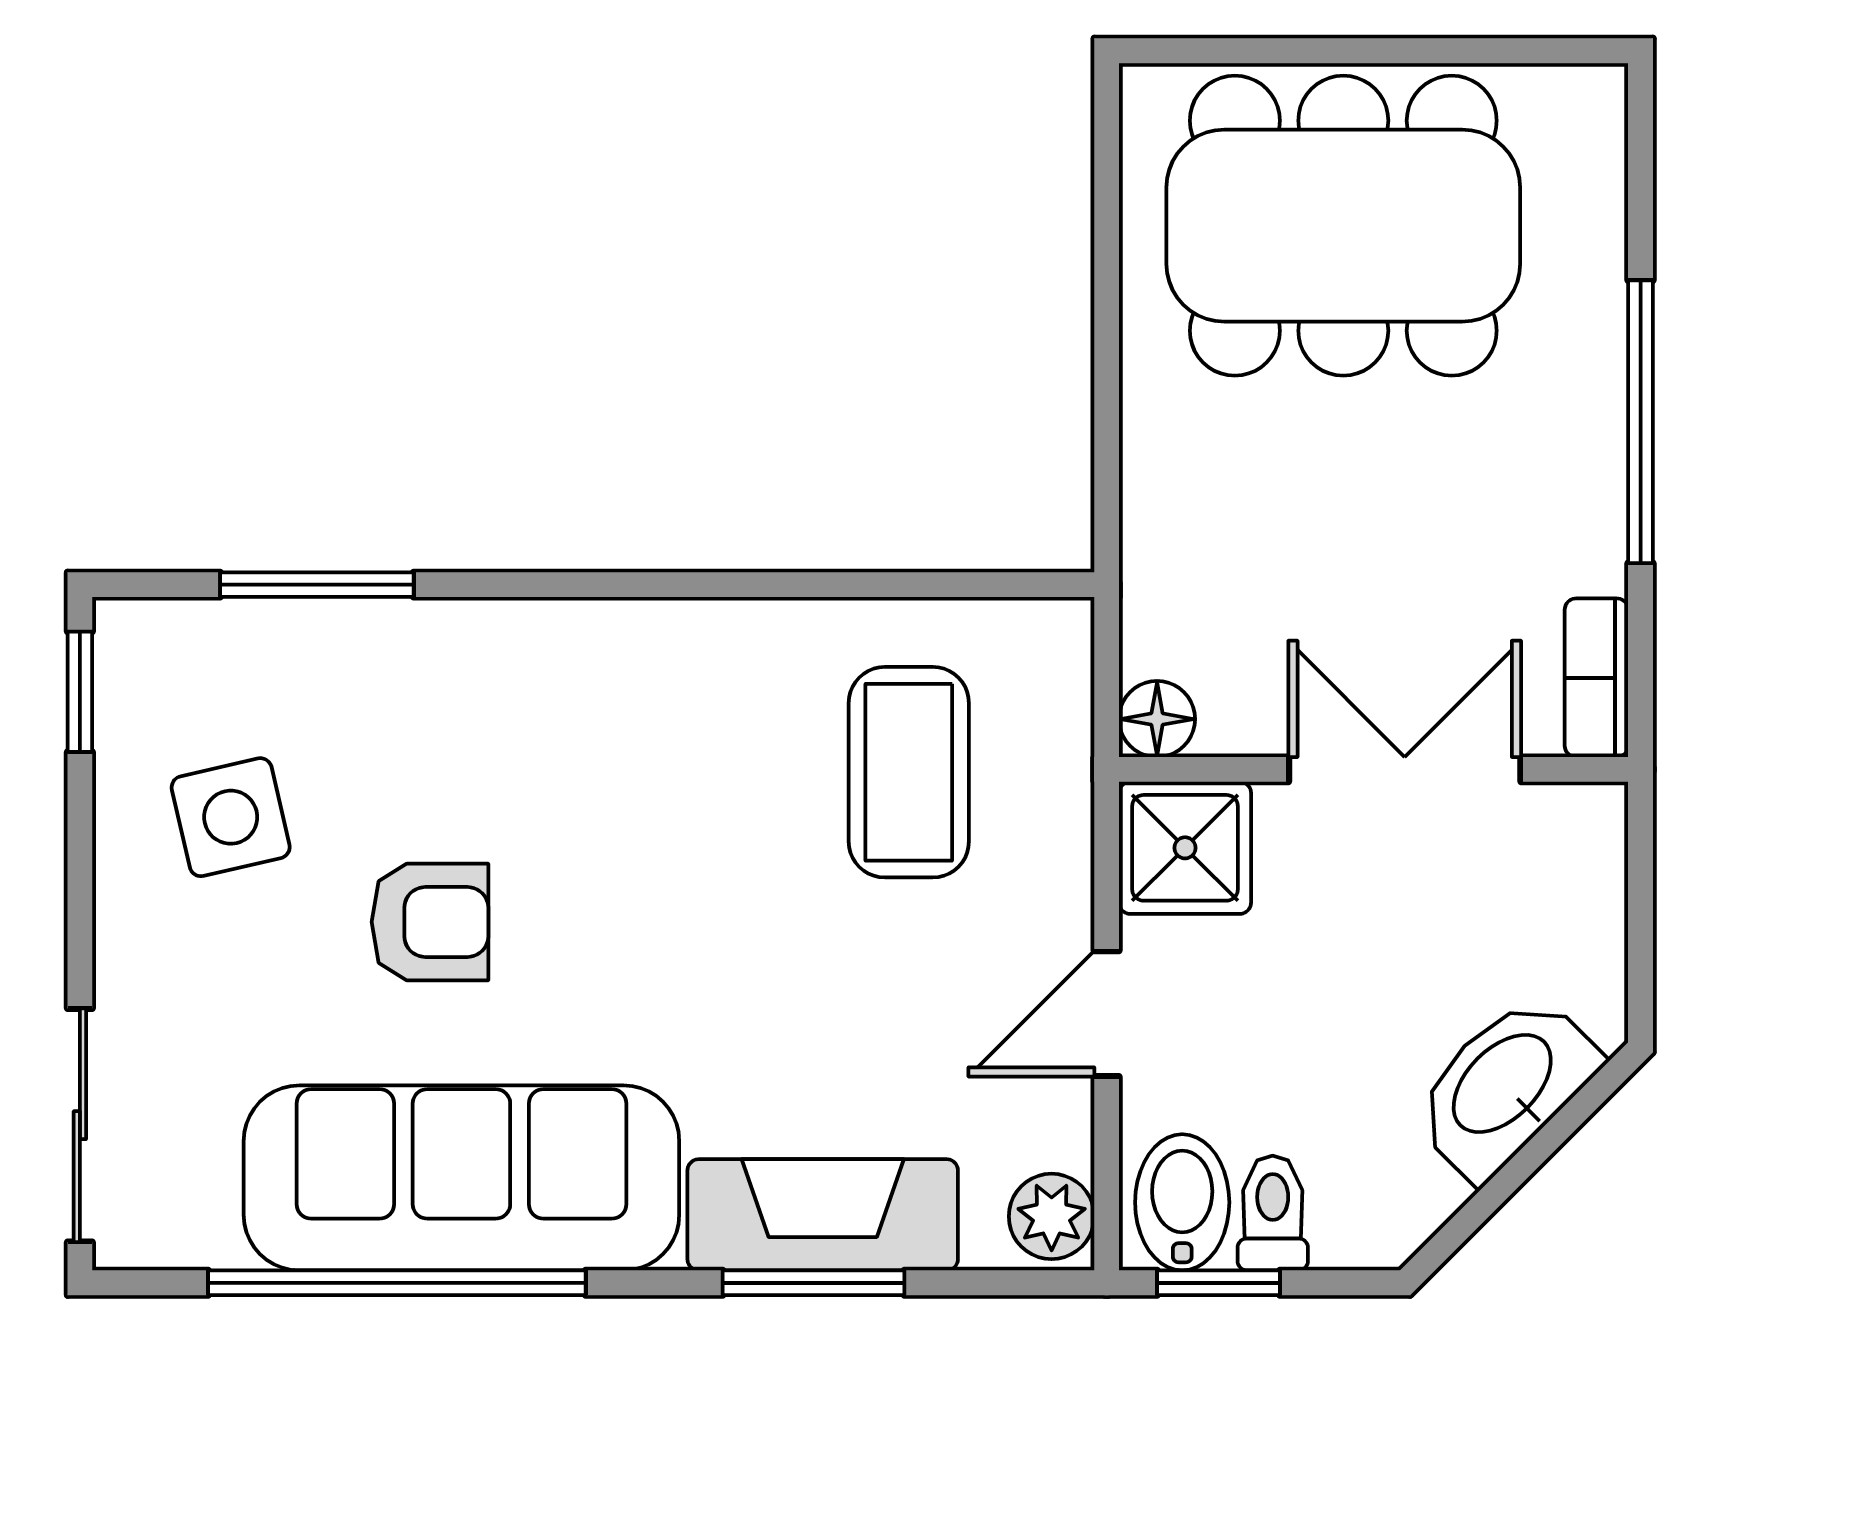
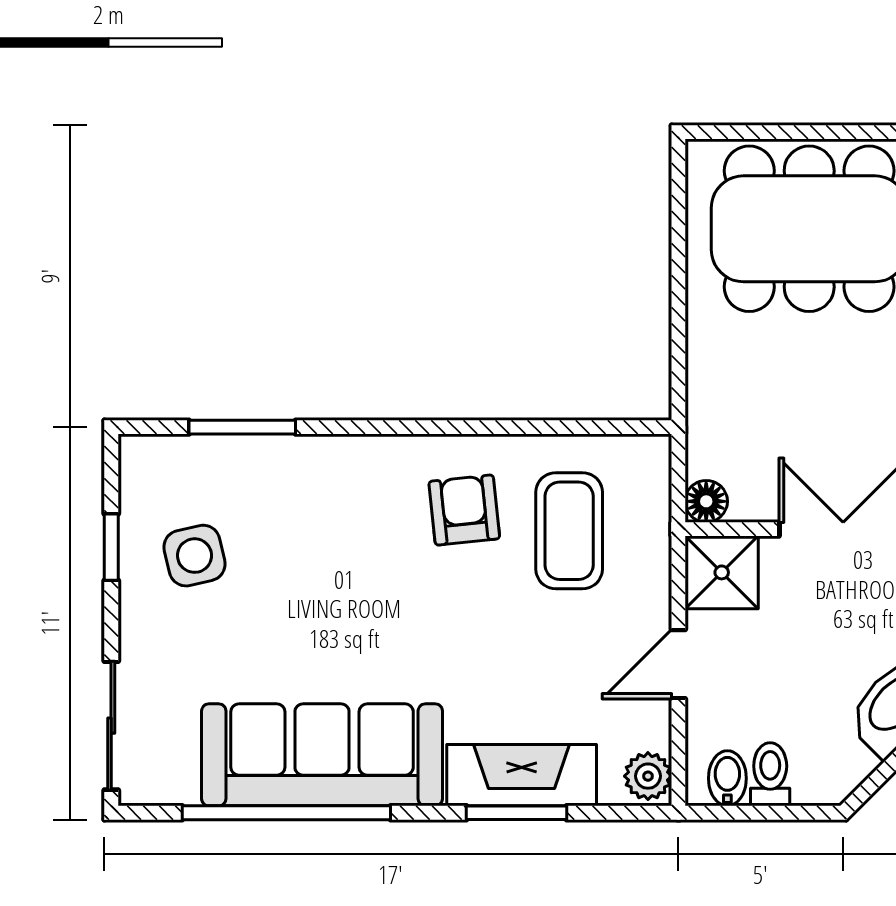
window: (80, 692) -> (111, 547), moved
armchair: (430, 922) -> (464, 510), moved, turned -96
bidet: (1182, 1202) -> (727, 778), width x0.72, depth x0.74
window: (1219, 1283) -> (740, 813), removed

